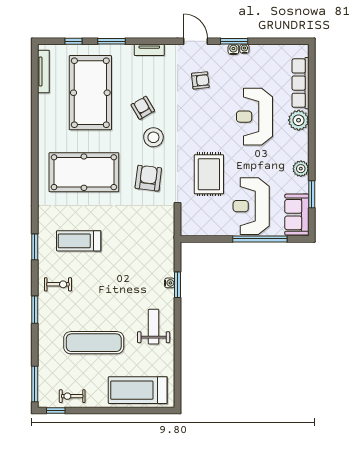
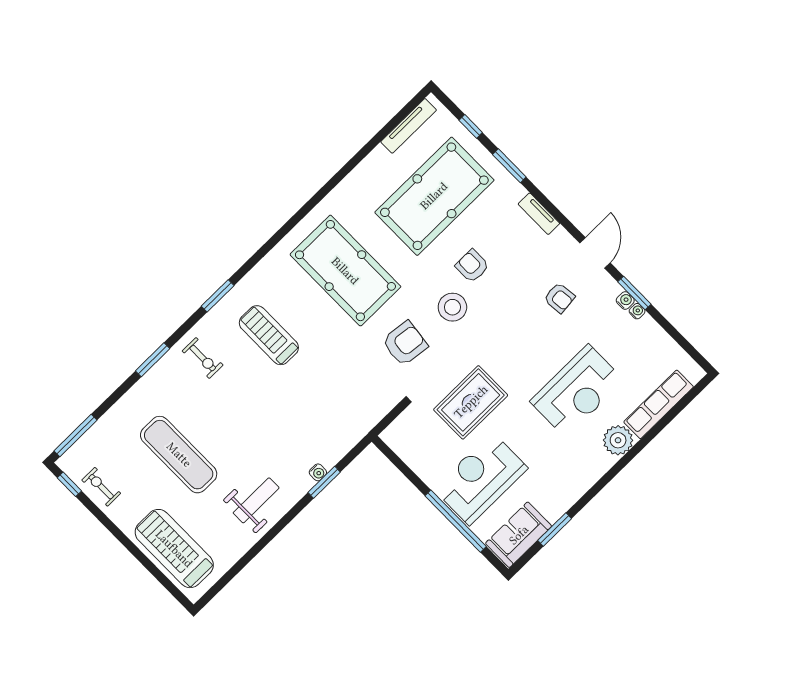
armchair: (143, 108) -> (472, 266), turned -60
reception desk: (255, 117) -> (577, 391), turned 180
plant: (301, 169) -> (570, 492), removed

